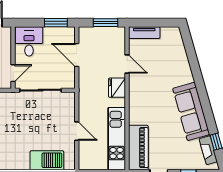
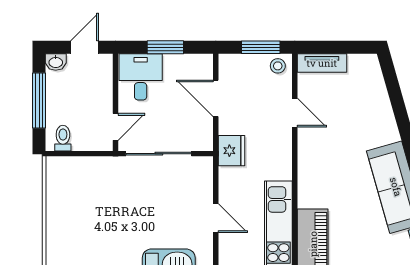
window: (56, 23) -> (165, 47), moved
stool: (116, 34) -> (278, 66), added
fridge: (117, 88) -> (232, 151), moved, turned 180

